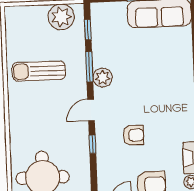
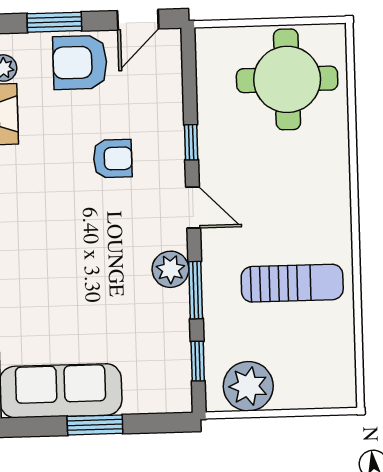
door: (91, 110) -> (193, 207), hinge flipped
armchair: (133, 135) -> (113, 159), turned 180

